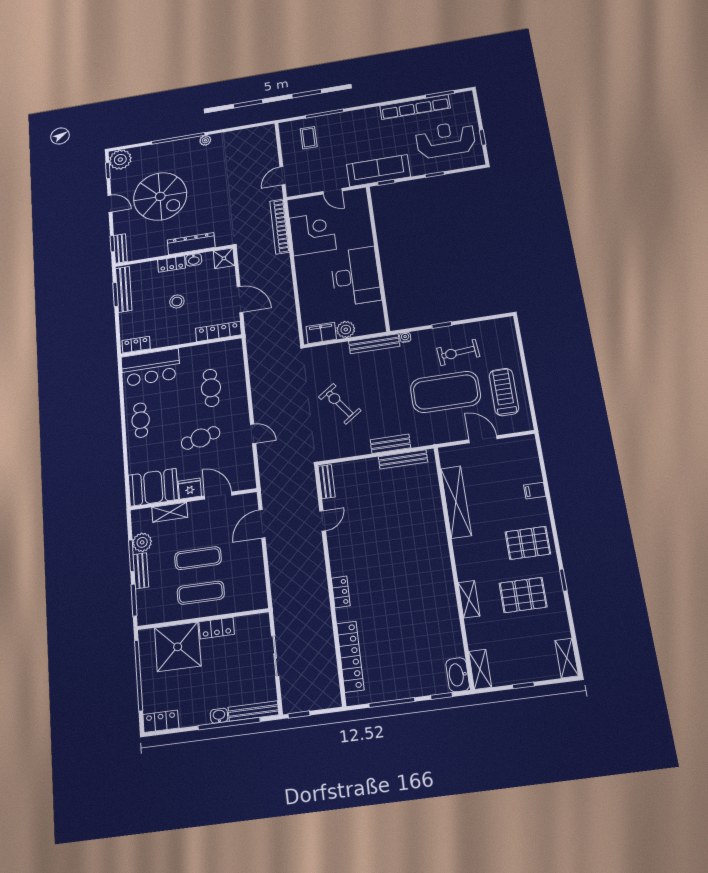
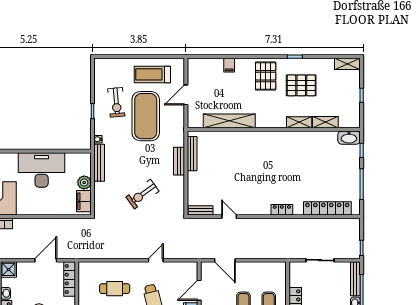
pallet: (523, 595) -> (301, 85), turned 90
shelving: (480, 669) -> (325, 122), moved

